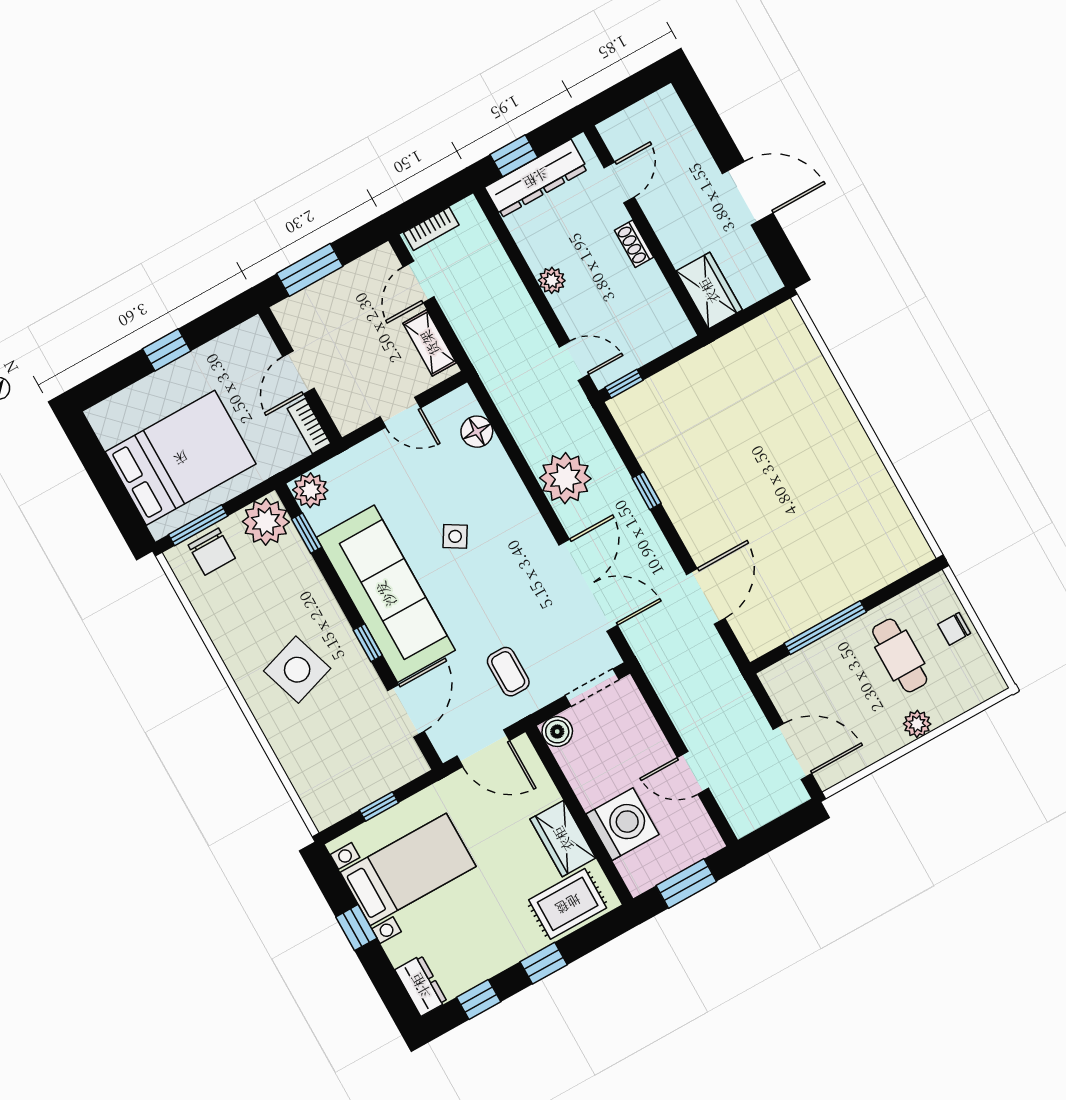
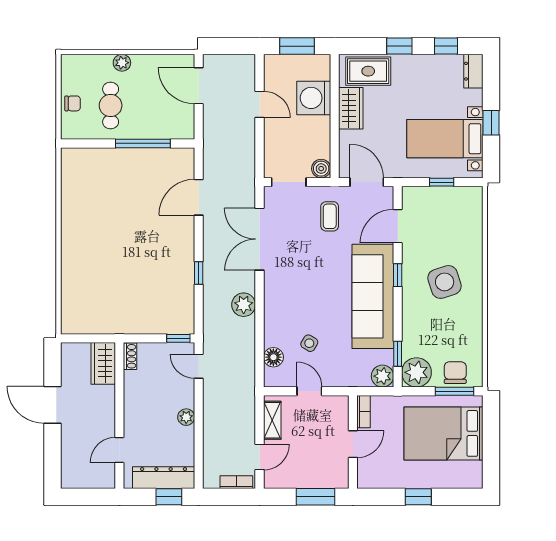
shoe rack: (634, 244) -> (130, 356), moved
plant: (565, 478) -> (244, 305), width x0.73, depth x0.73
side table: (455, 536) -> (309, 343), moved

